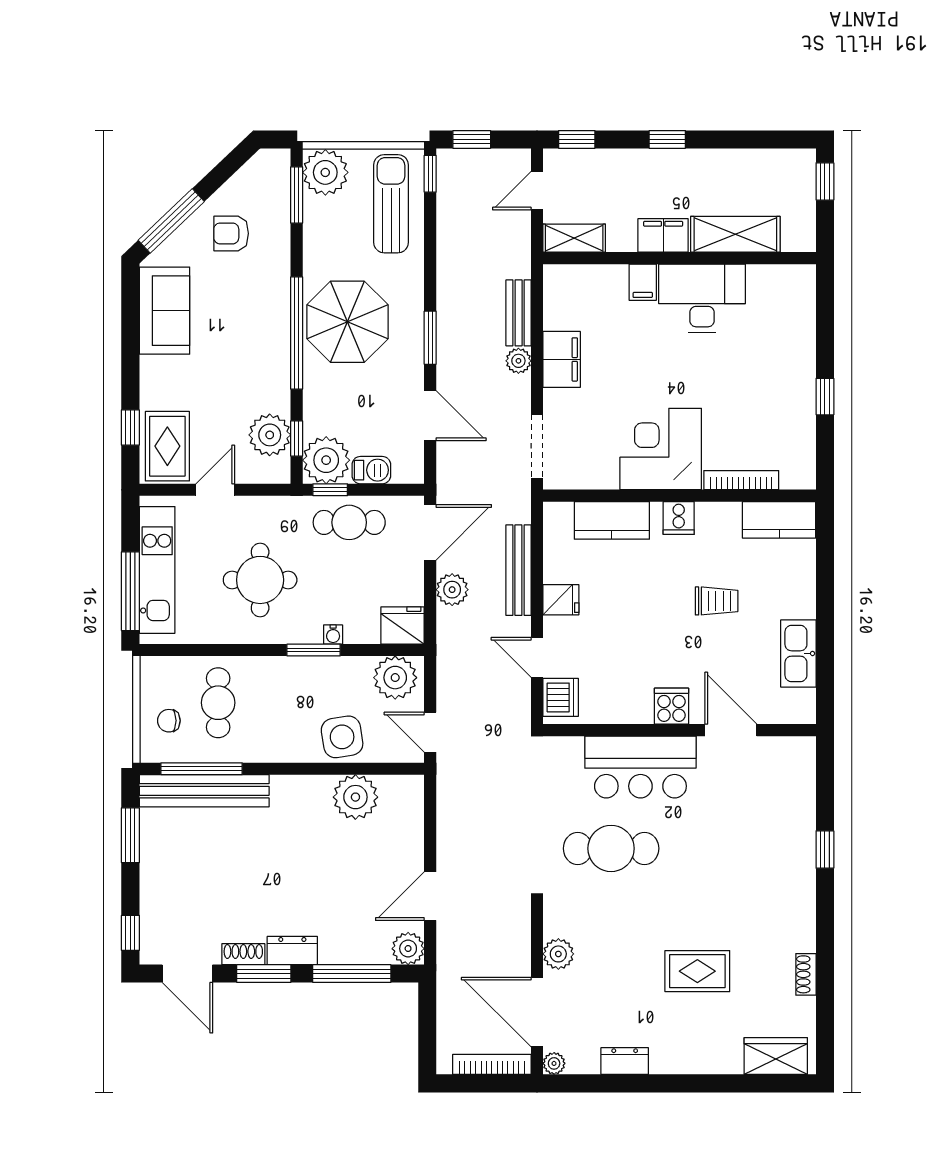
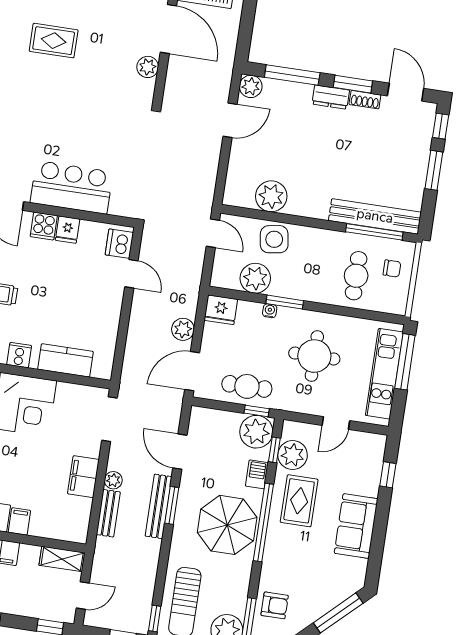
armchair: (231, 233) -> (275, 605), moved
sofa: (164, 311) -> (356, 526), moved
rug: (167, 446) -> (299, 501), moved
barbecue: (371, 470) -> (257, 474), moved, turned 90
bench: (518, 570) -> (159, 506), moved
fridge: (561, 600) -> (68, 230), moved, turned -90
plant: (395, 678) -> (255, 278), moved
window: (130, 835) -> (434, 170), moved
cafe table: (611, 848) -> (100, 134), removed

